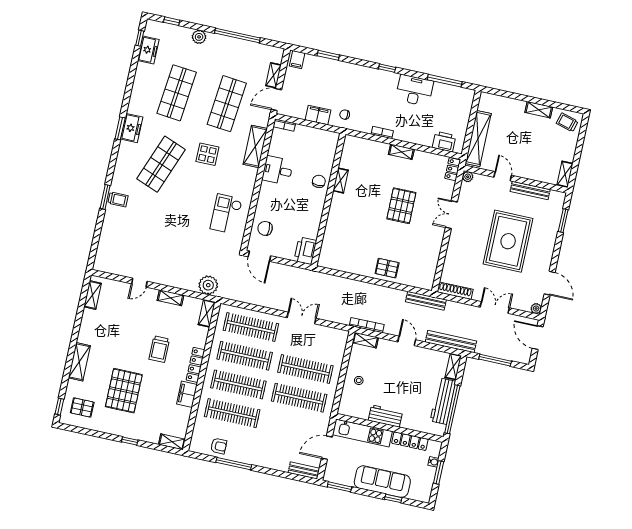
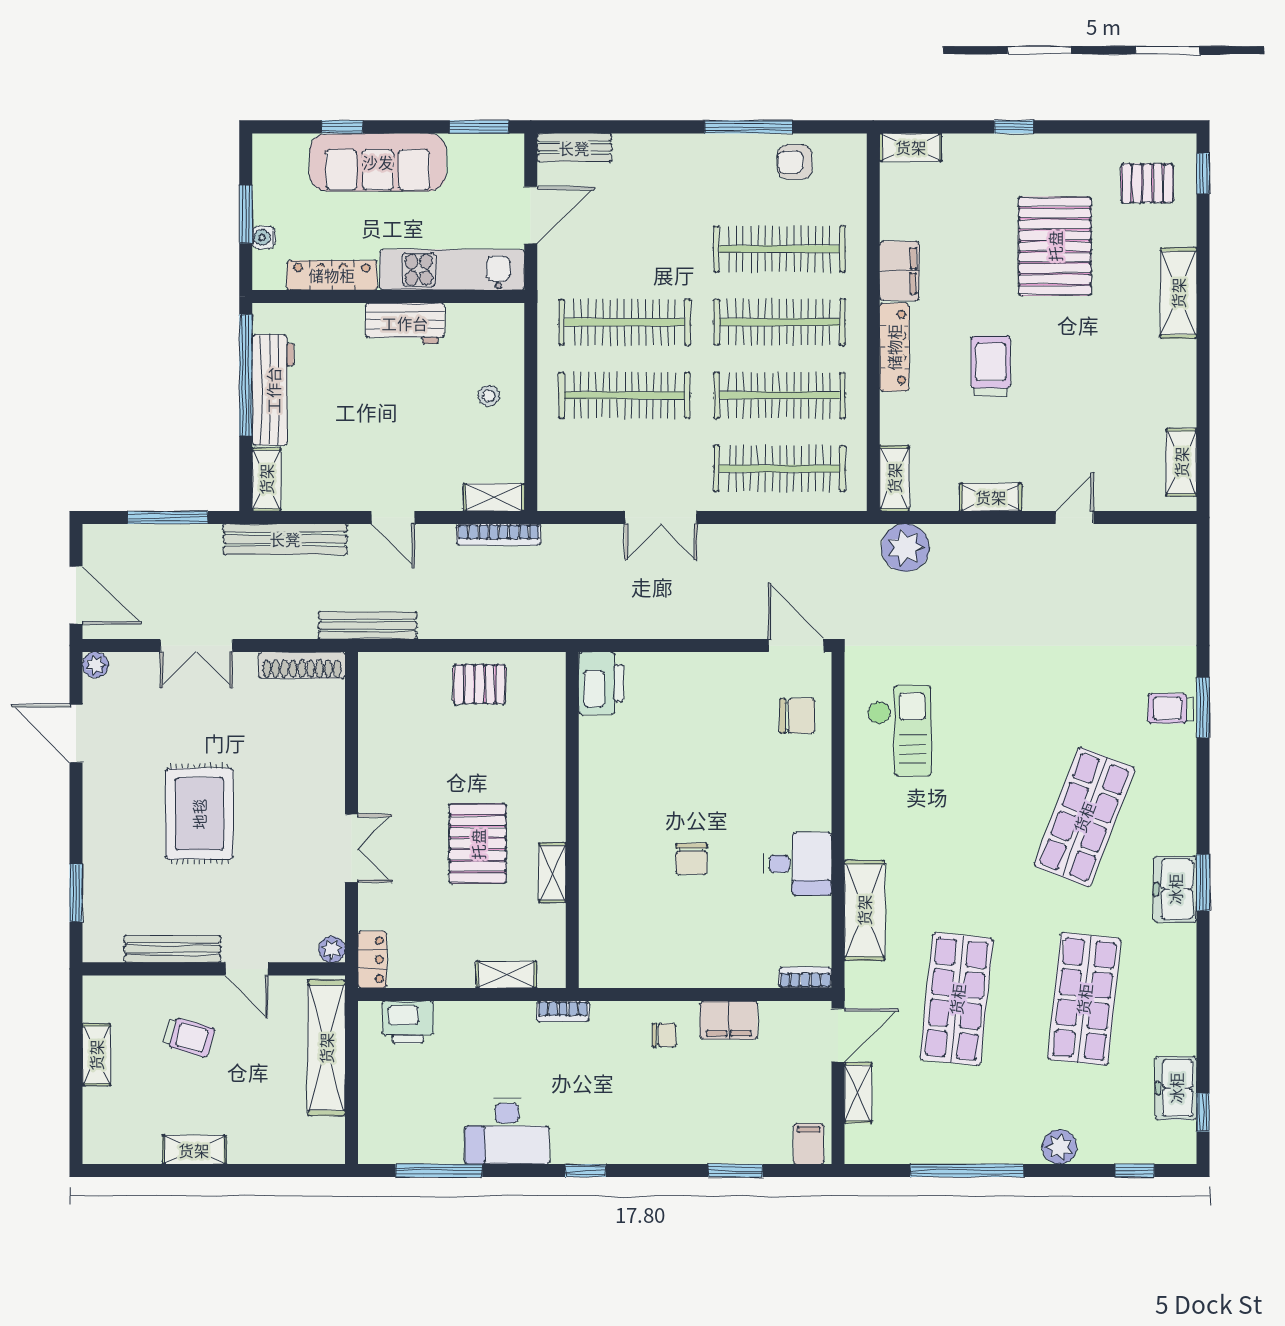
trolley: (567, 122) -> (189, 1037), moved
display table: (207, 154) -> (977, 866), removed
shelving: (565, 174) -> (96, 1055), moved
shelving: (341, 180) -> (553, 873), moved
wall: (328, 199) -> (572, 820), moved
rug: (508, 241) -> (199, 814), width x0.73, depth x0.69
printer: (305, 251) -> (601, 683), moved

